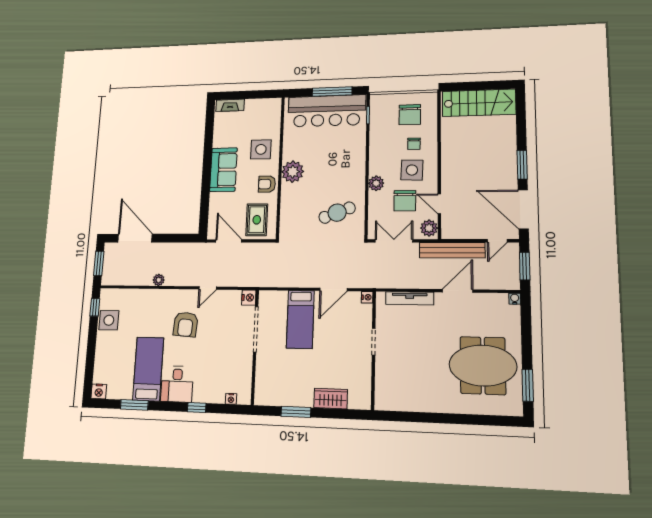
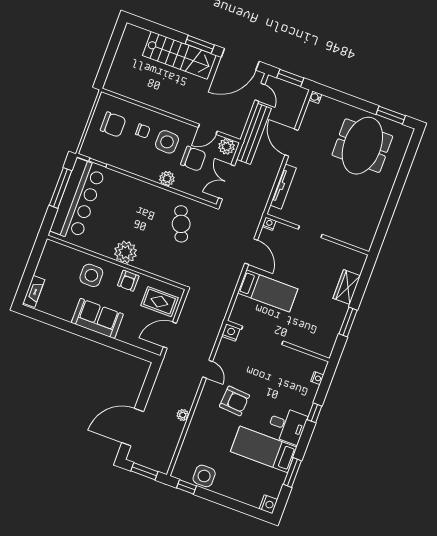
stairs: (479, 103) -> (179, 55), moved, turned 90

